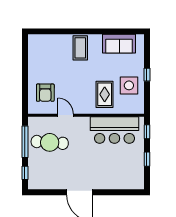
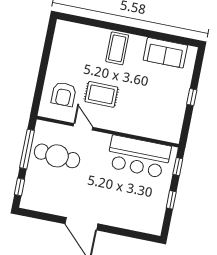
side table: (129, 85) -> (167, 106), removed
rug: (105, 94) -> (101, 94), moved, turned 90

